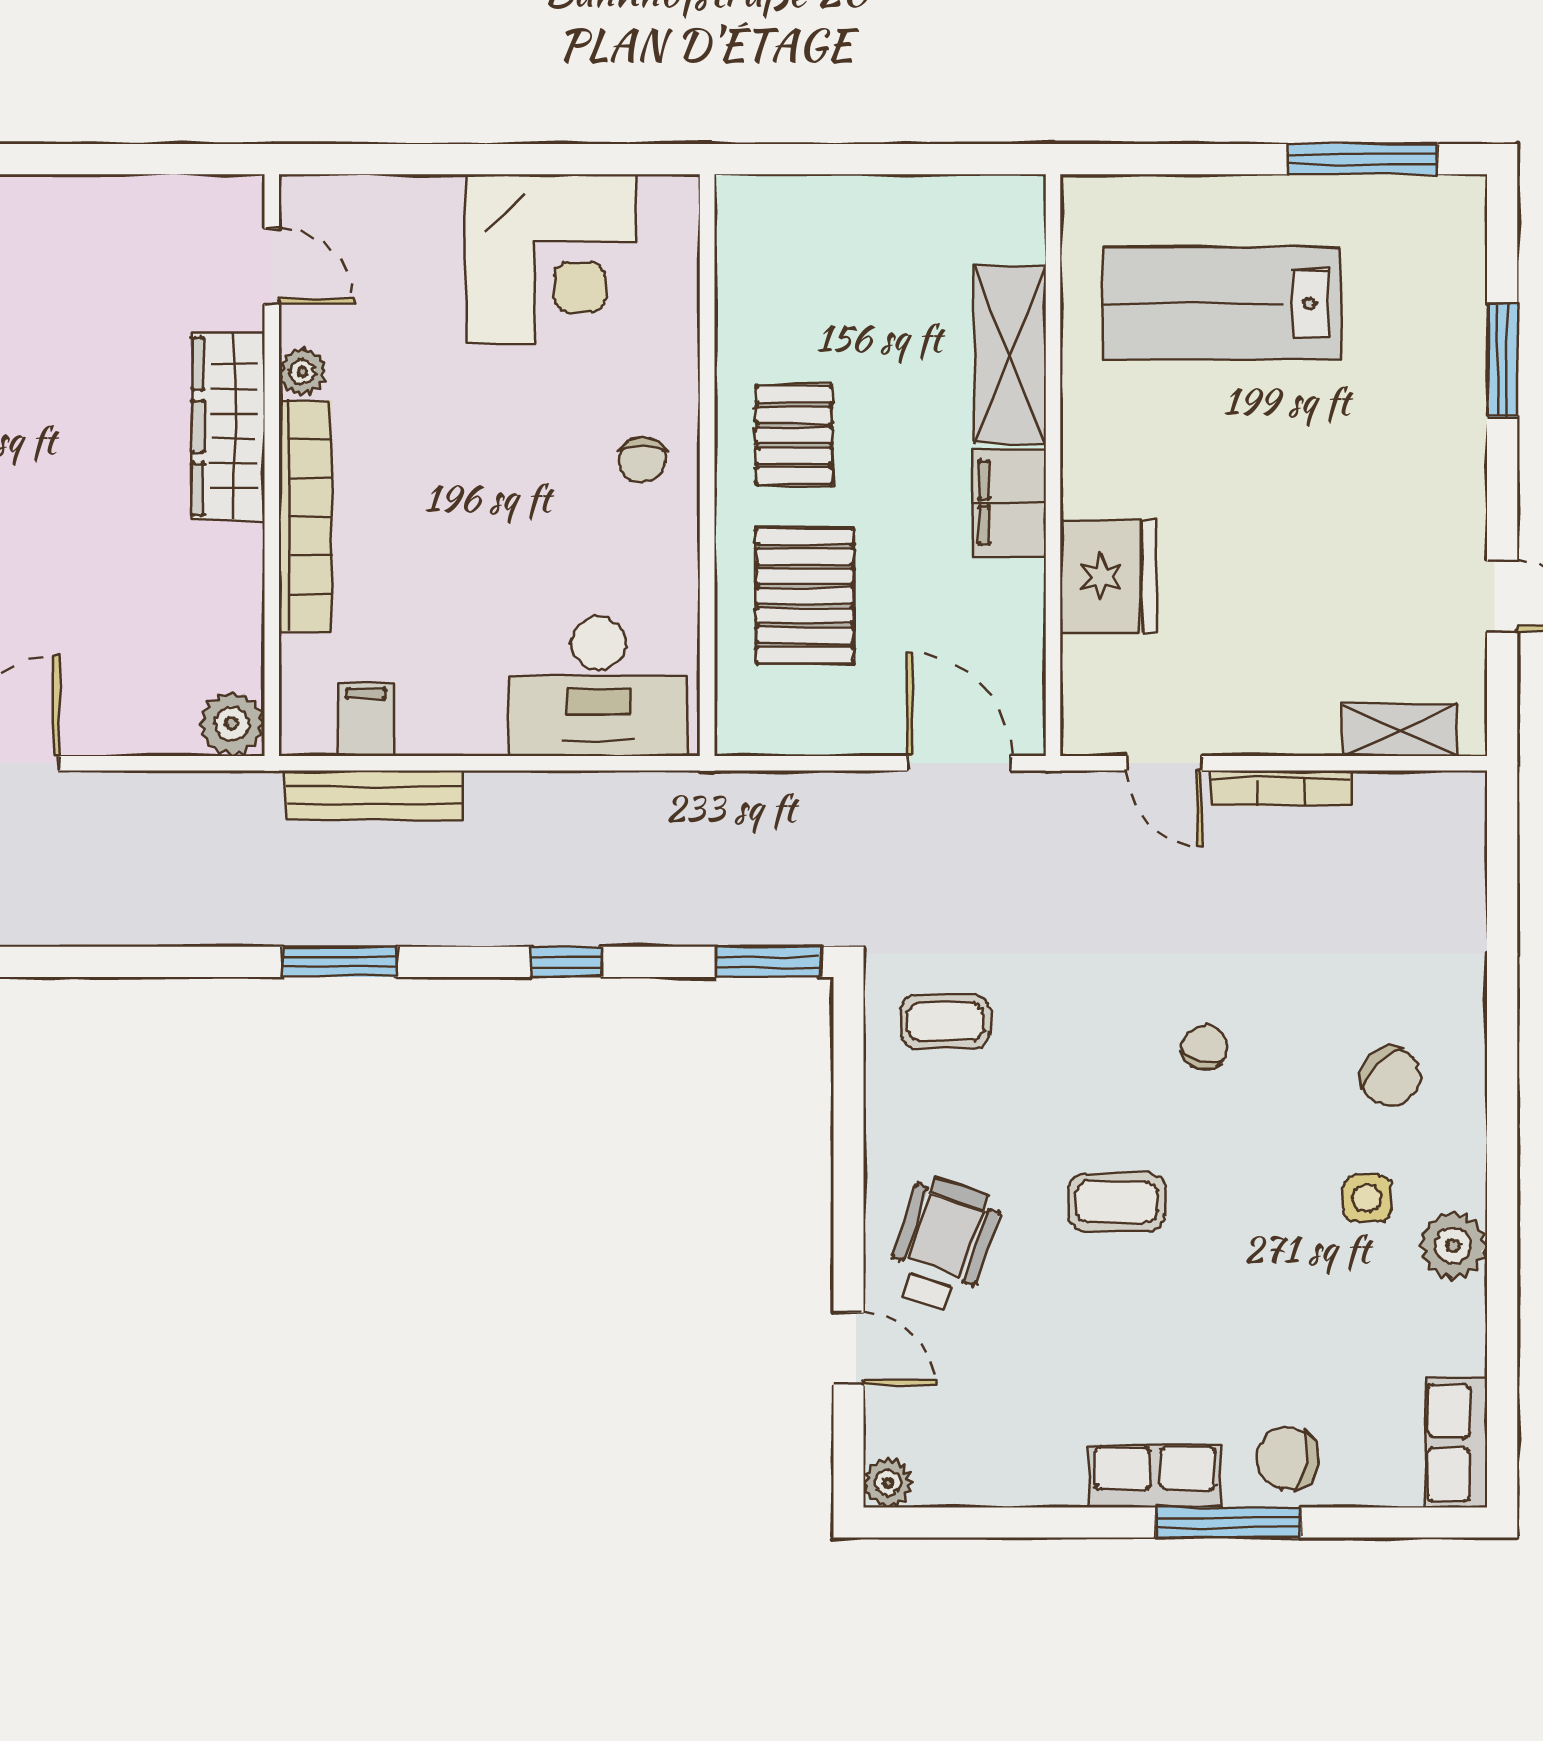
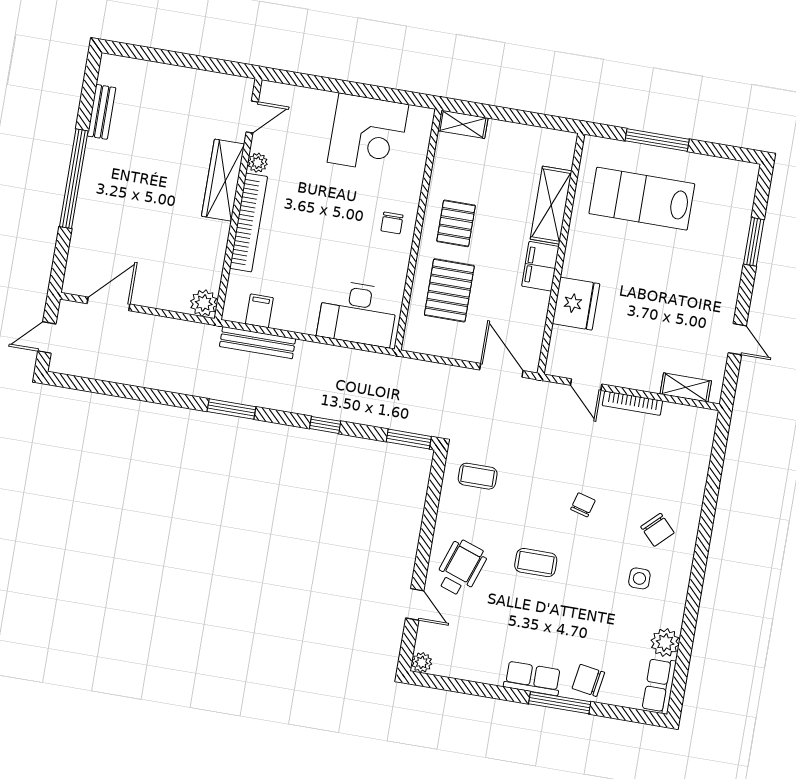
window: (1362, 159) -> (657, 140), moved
shelving: (771, 199) -> (463, 124), added
door: (272, 266) -> (252, 117), hinge flipped
plant: (1453, 1246) -> (665, 643), moved

